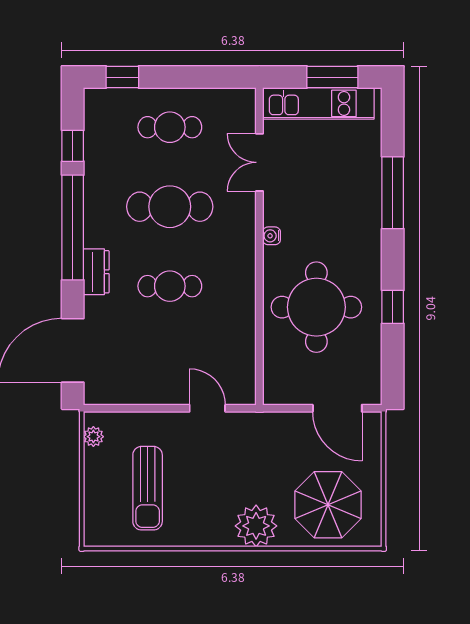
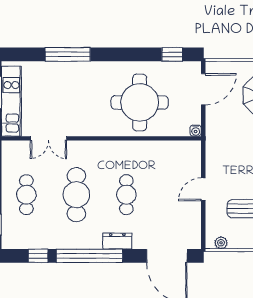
water cooler: (272, 236) -> (196, 131), moved
window: (393, 307) -> (172, 54), moved
door: (207, 408) -> (203, 189), moved

